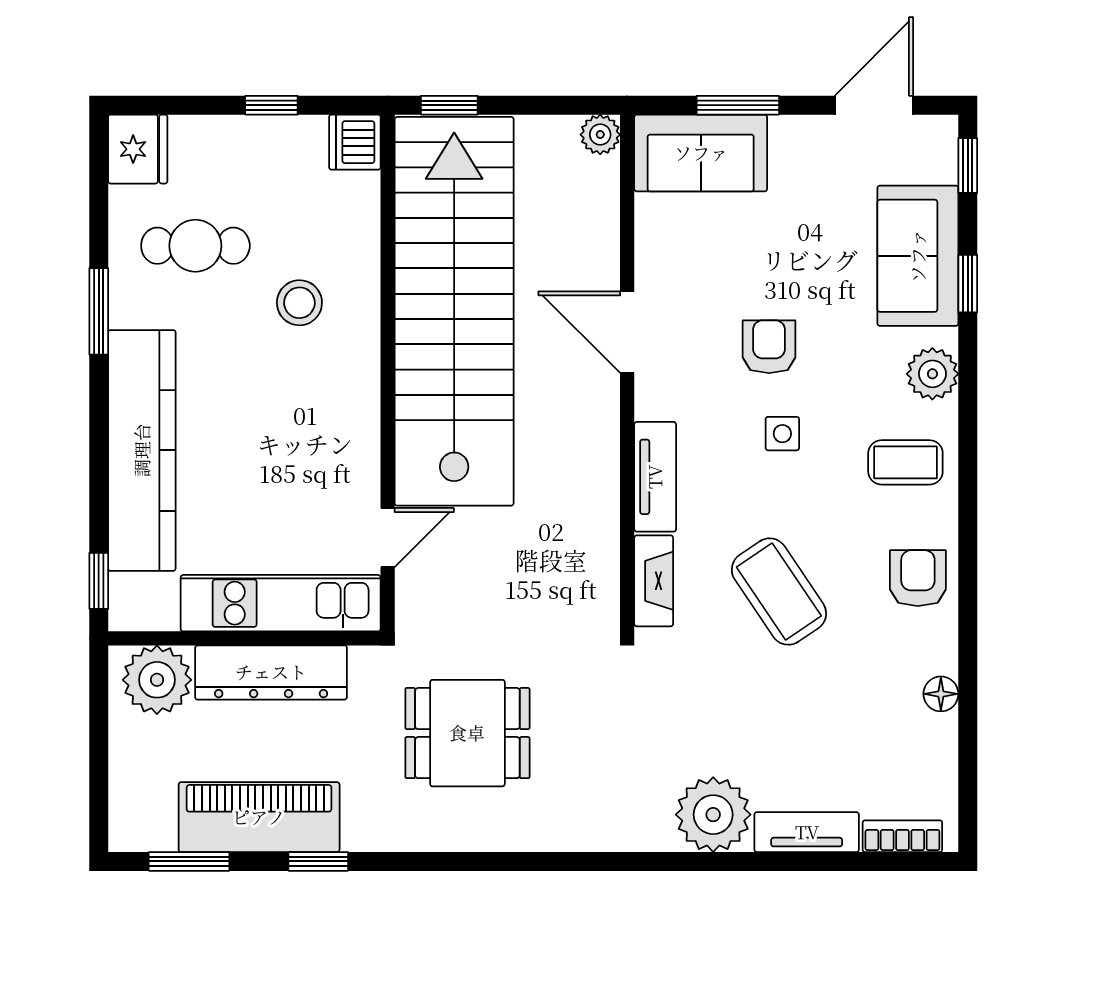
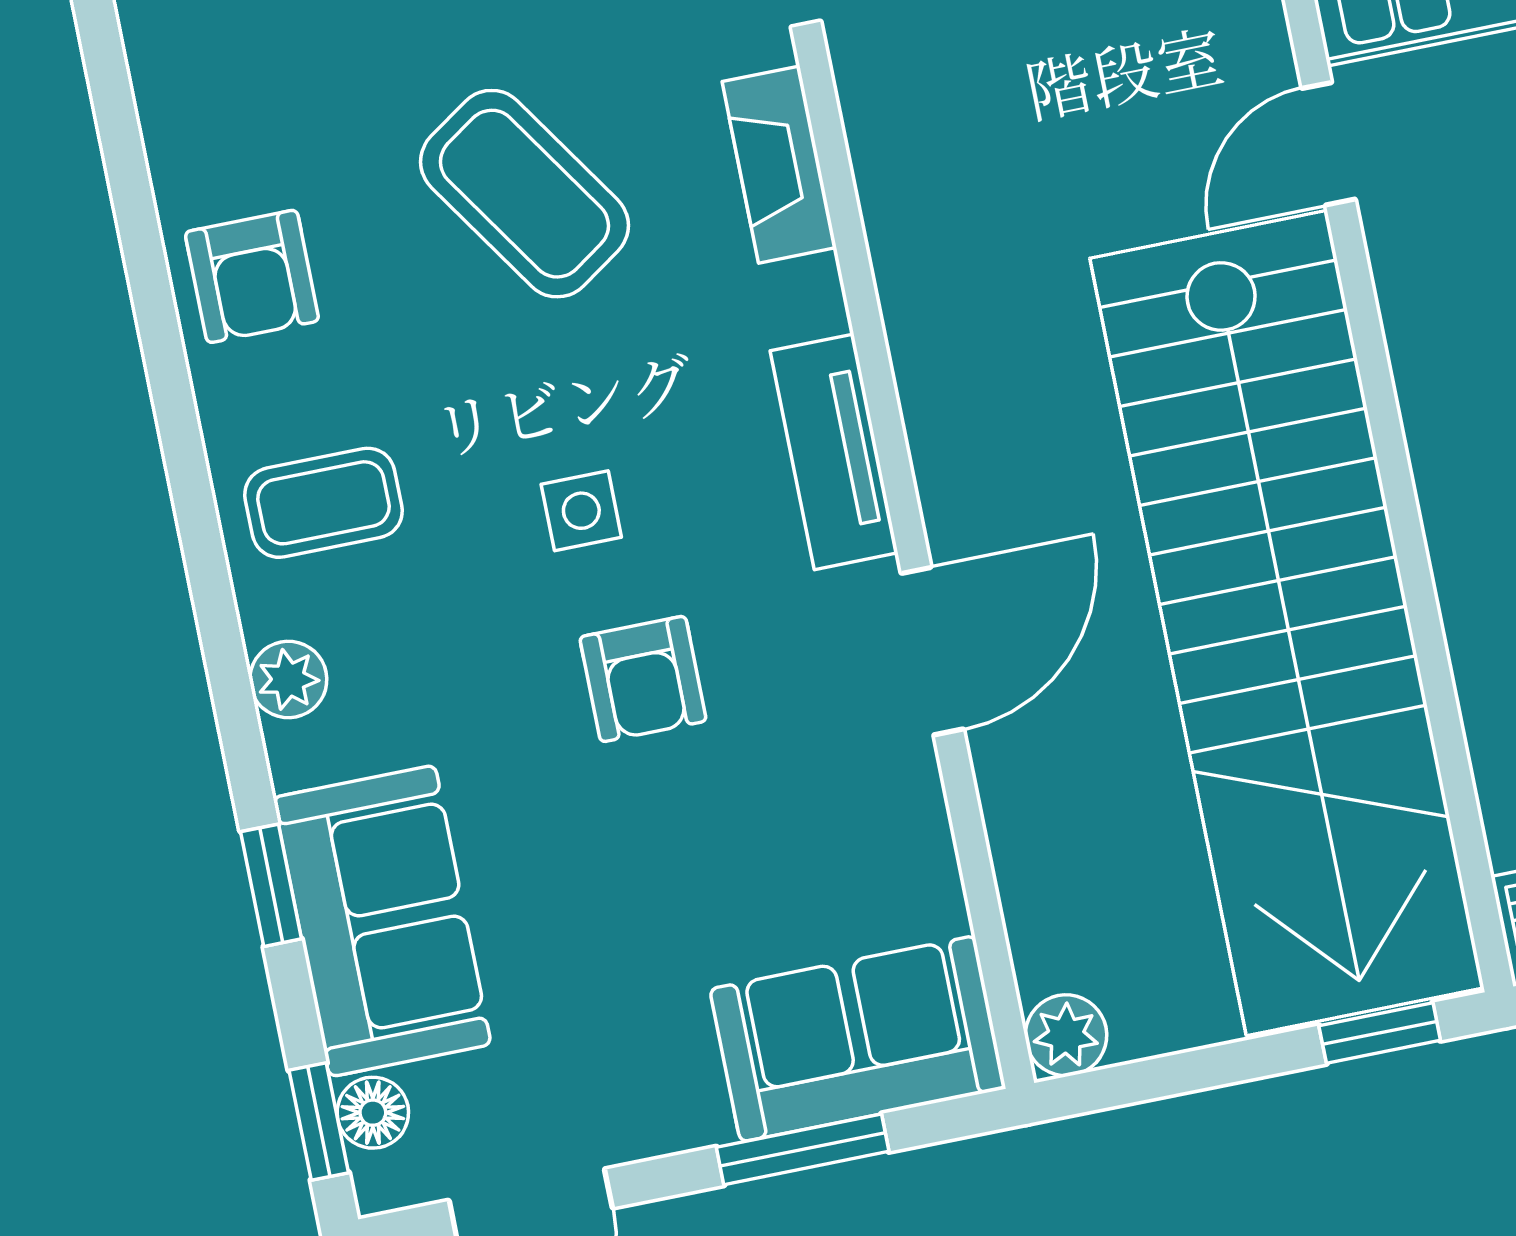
door: (627, 332) -> (932, 651), hinge flipped
plant: (932, 374) -> (288, 679), width x0.73, depth x0.73
tv unit: (655, 477) -> (834, 452), moved
floor lamp: (941, 694) -> (373, 1113), moved

